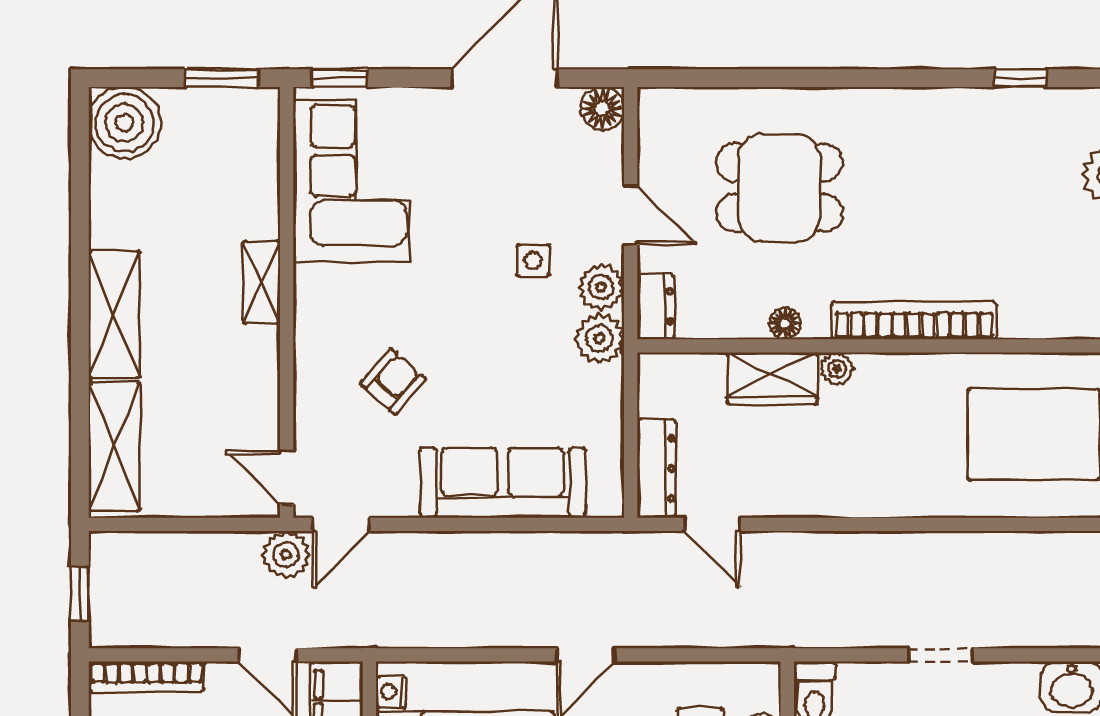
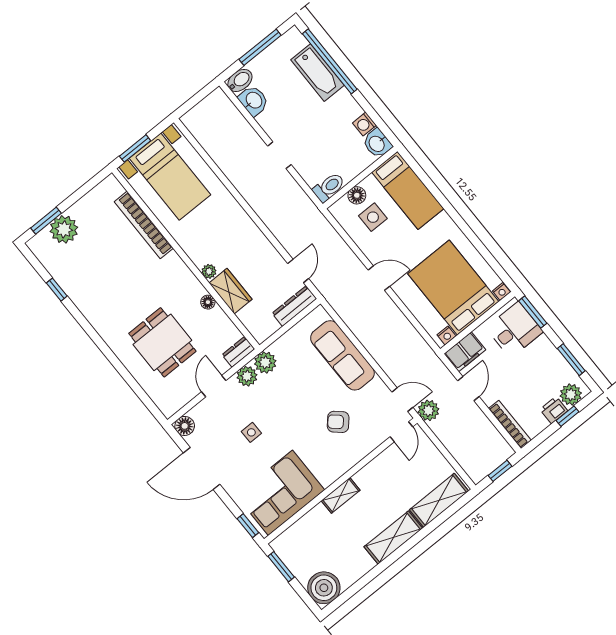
side table: (533, 260) -> (251, 432), moved
bookcase: (914, 321) -> (144, 225), moved

